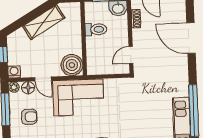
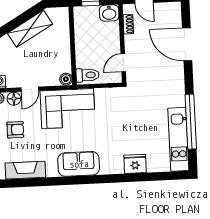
toilet: (96, 29) -> (87, 75), moved
boiler: (72, 65) -> (66, 79), width x0.54, depth x0.54
door: (43, 79) -> (30, 89), hinge flipped

